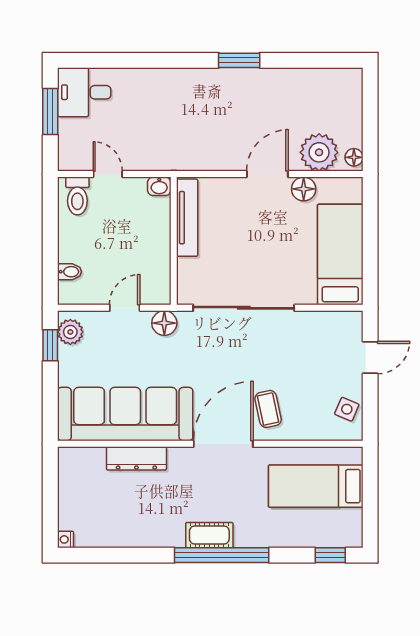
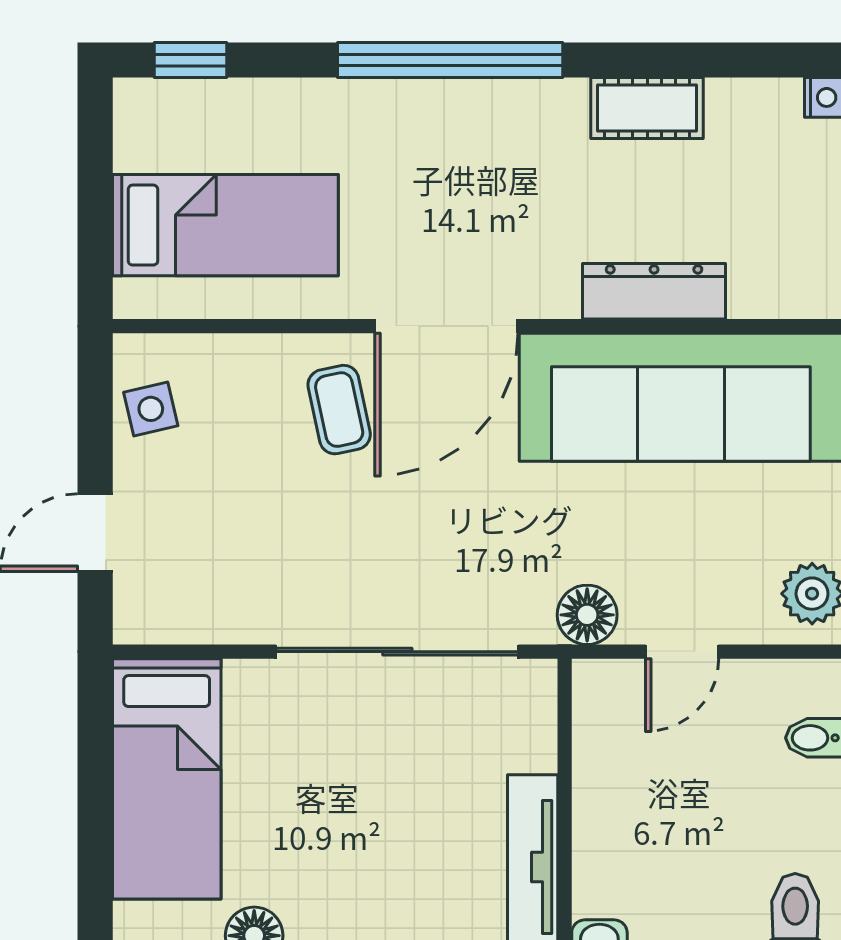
side table: (347, 409) -> (151, 409), turned -36
cot: (209, 535) -> (647, 108), moved

